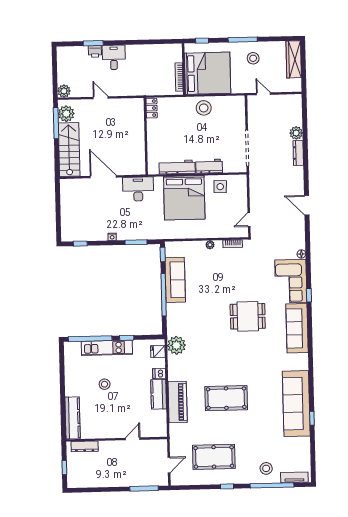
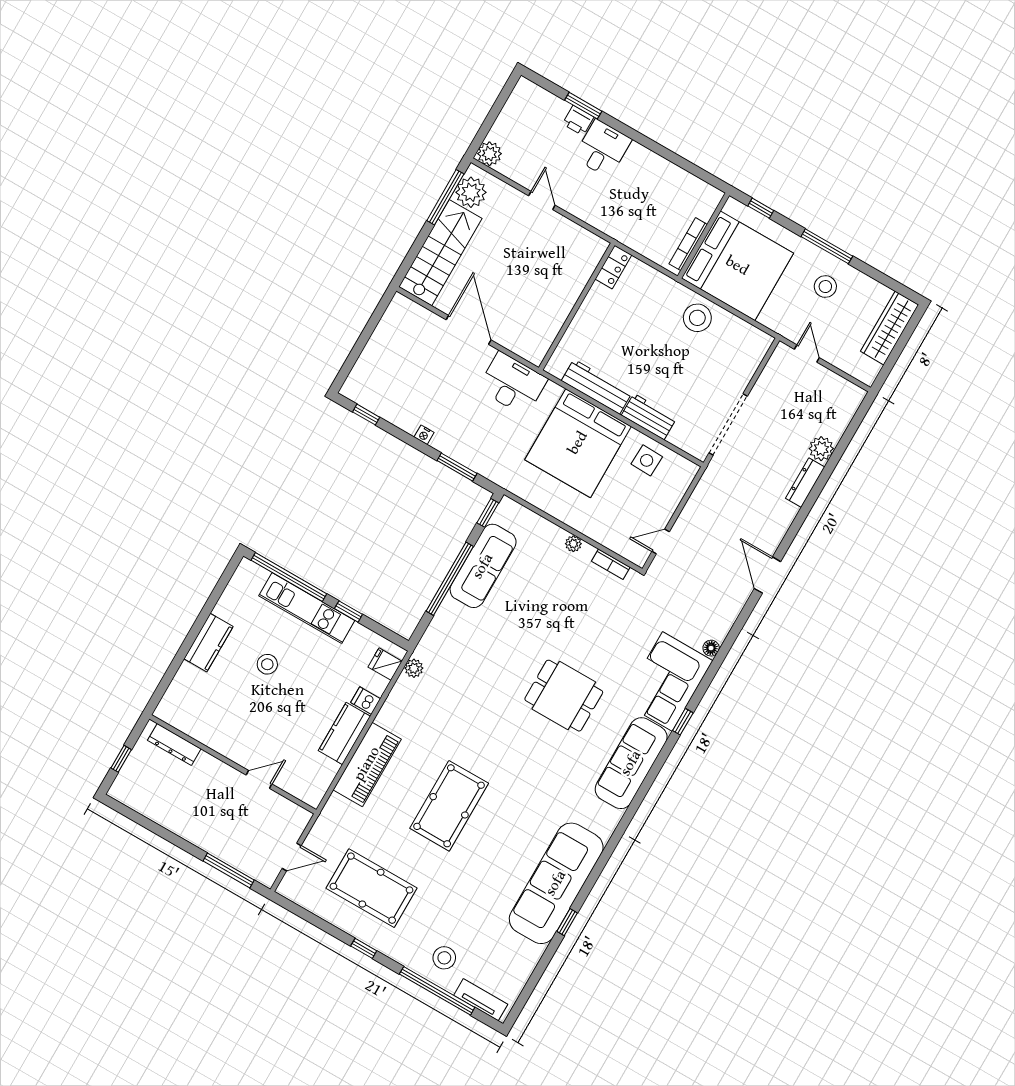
plant: (176, 345) -> (414, 668), width x0.53, depth x0.53
pool table: (226, 398) -> (449, 806), turned 90
kitchen counter: (73, 418) -> (208, 643), moved, width x0.67

